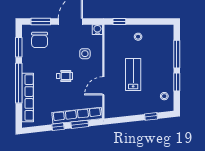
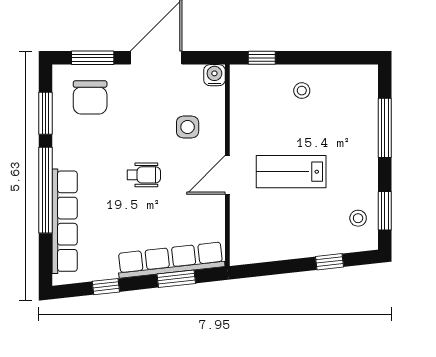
lab bench: (133, 74) -> (291, 172), turned -90
window: (177, 82) -> (385, 211), moved
door: (103, 86) -> (227, 175), moved
window: (58, 127) -> (106, 287), moved

